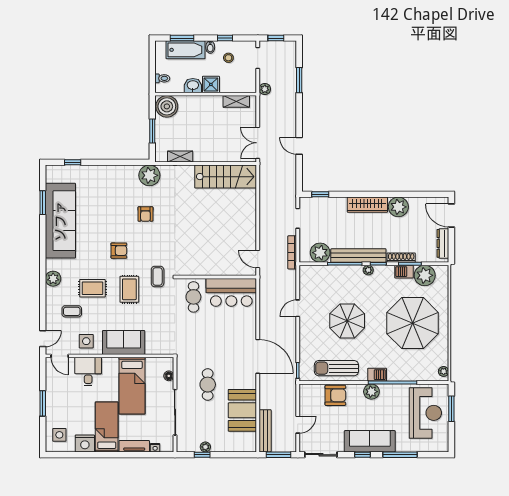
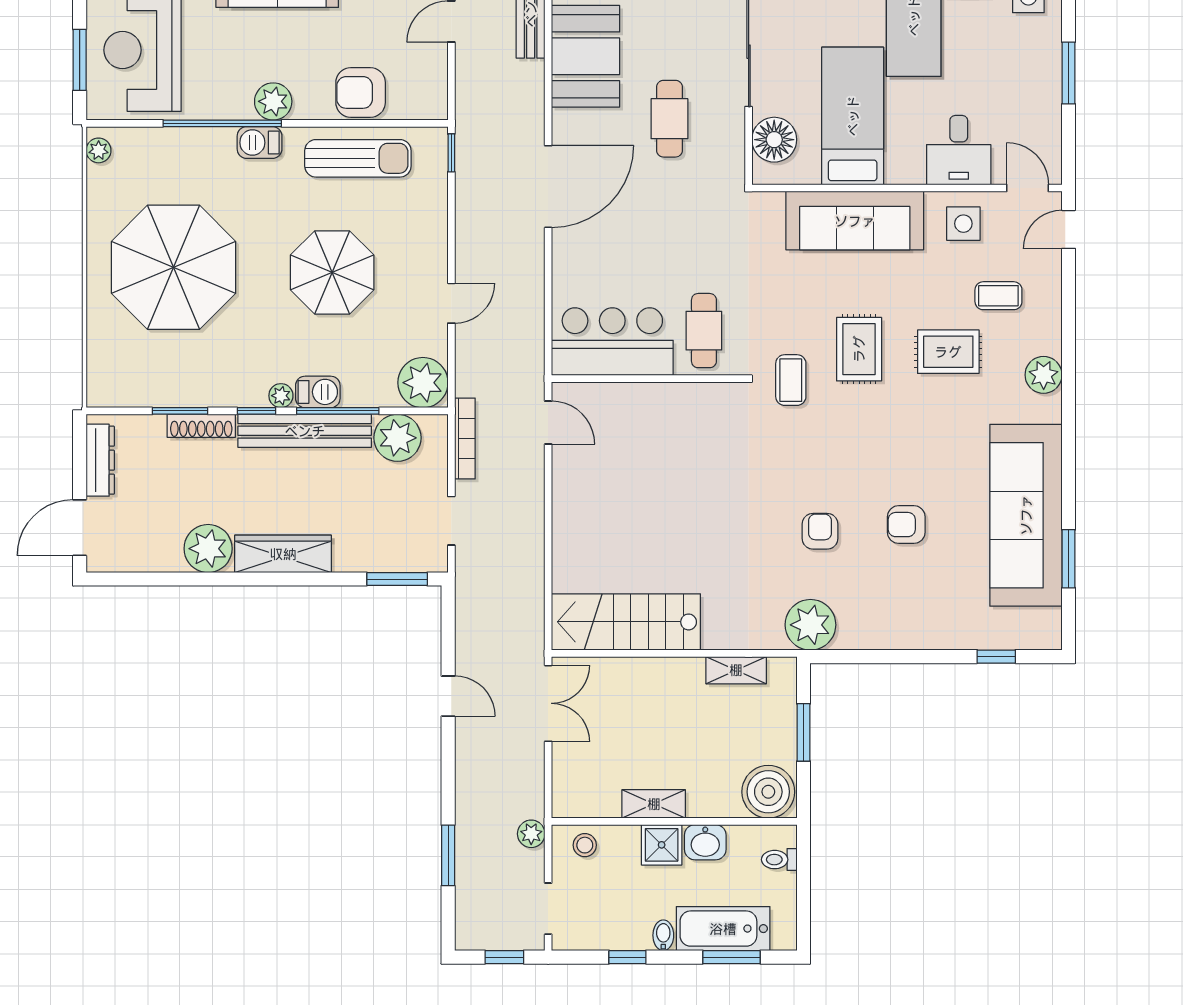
stool: (228, 58) -> (585, 845), moved
shelving: (236, 101) -> (654, 804), moved
window: (320, 194) -> (397, 579), width x1.50
door: (451, 216) -> (80, 528), swing flipped
armchair: (119, 251) -> (906, 525), moved
barbecue: (404, 272) -> (318, 392), moved
plant: (425, 275) -> (423, 383), moved
sofa: (124, 342) -> (855, 221), width x1.36
door: (258, 356) -> (548, 187), swing flipped
floor lamp: (169, 376) -> (774, 140), width x1.89, depth x1.89

